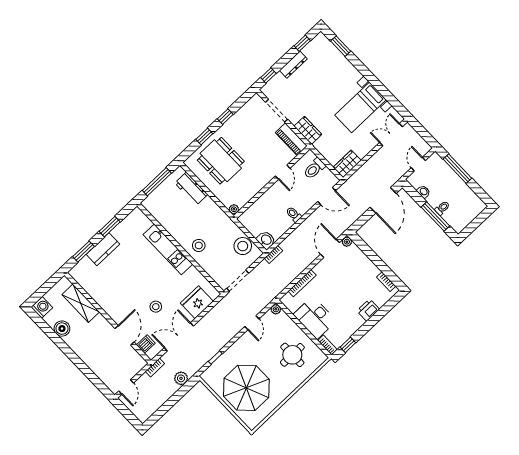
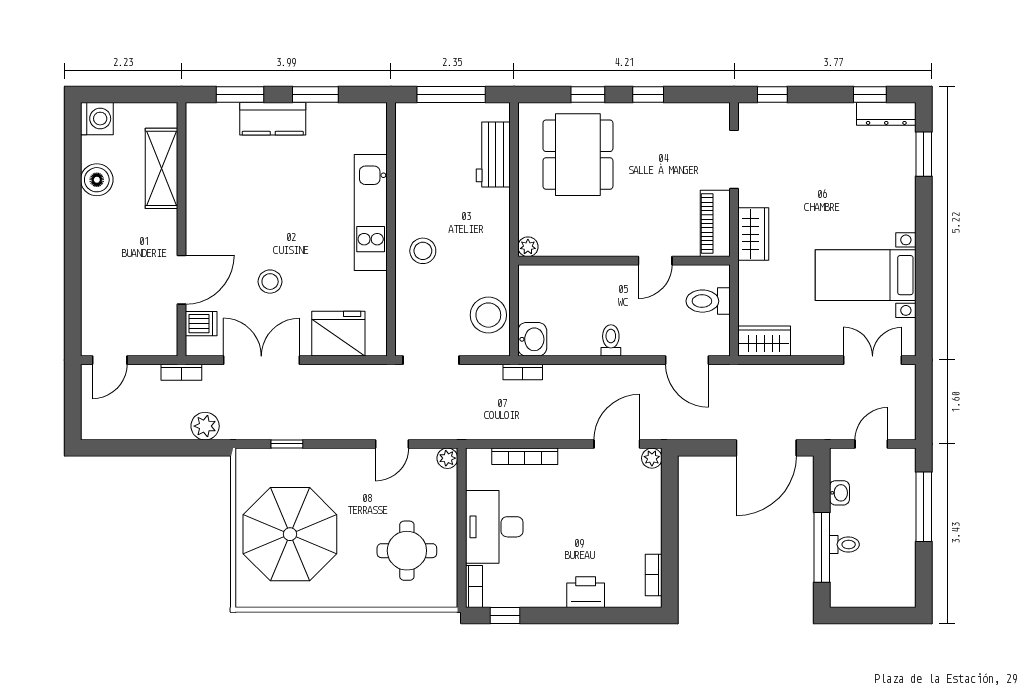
dresser: (293, 65) -> (886, 114), moved

